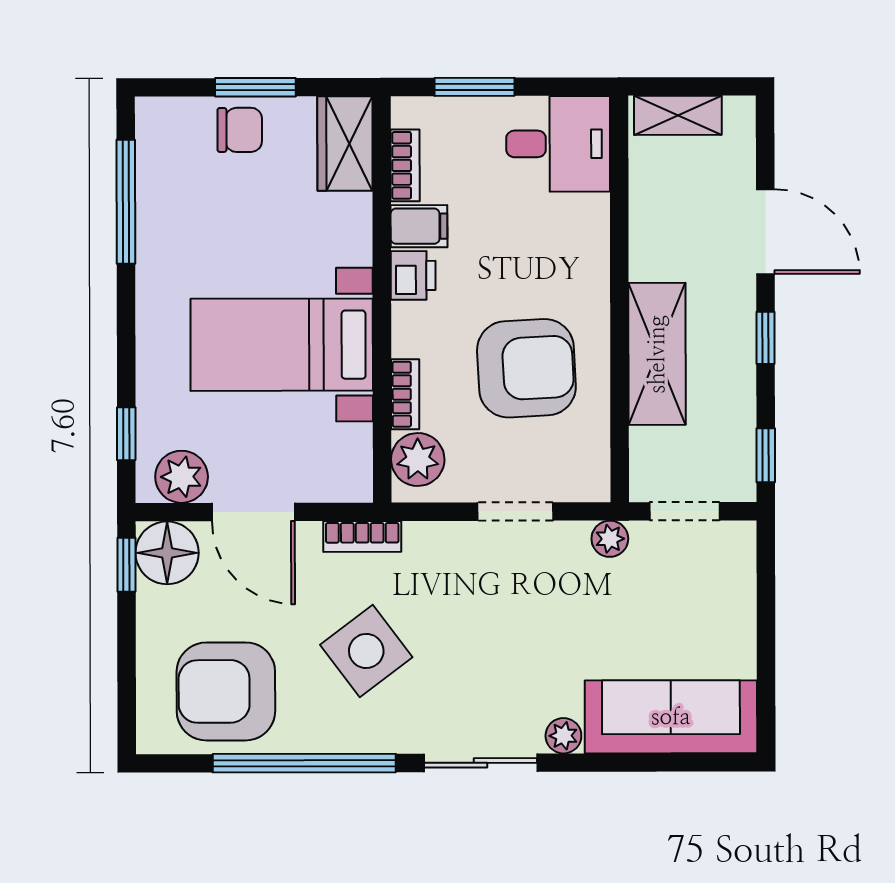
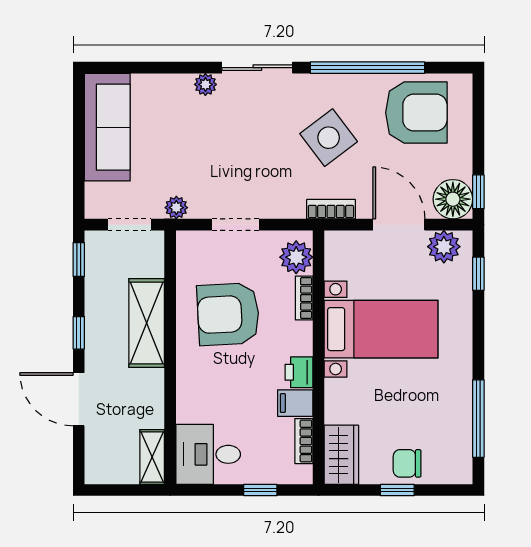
window: (255, 87) -> (397, 490), width x0.67
window: (475, 87) -> (260, 490), width x0.67
shelving: (678, 115) -> (152, 457), moved, turned 90
sofa: (671, 717) -> (107, 127), moved, turned -90

